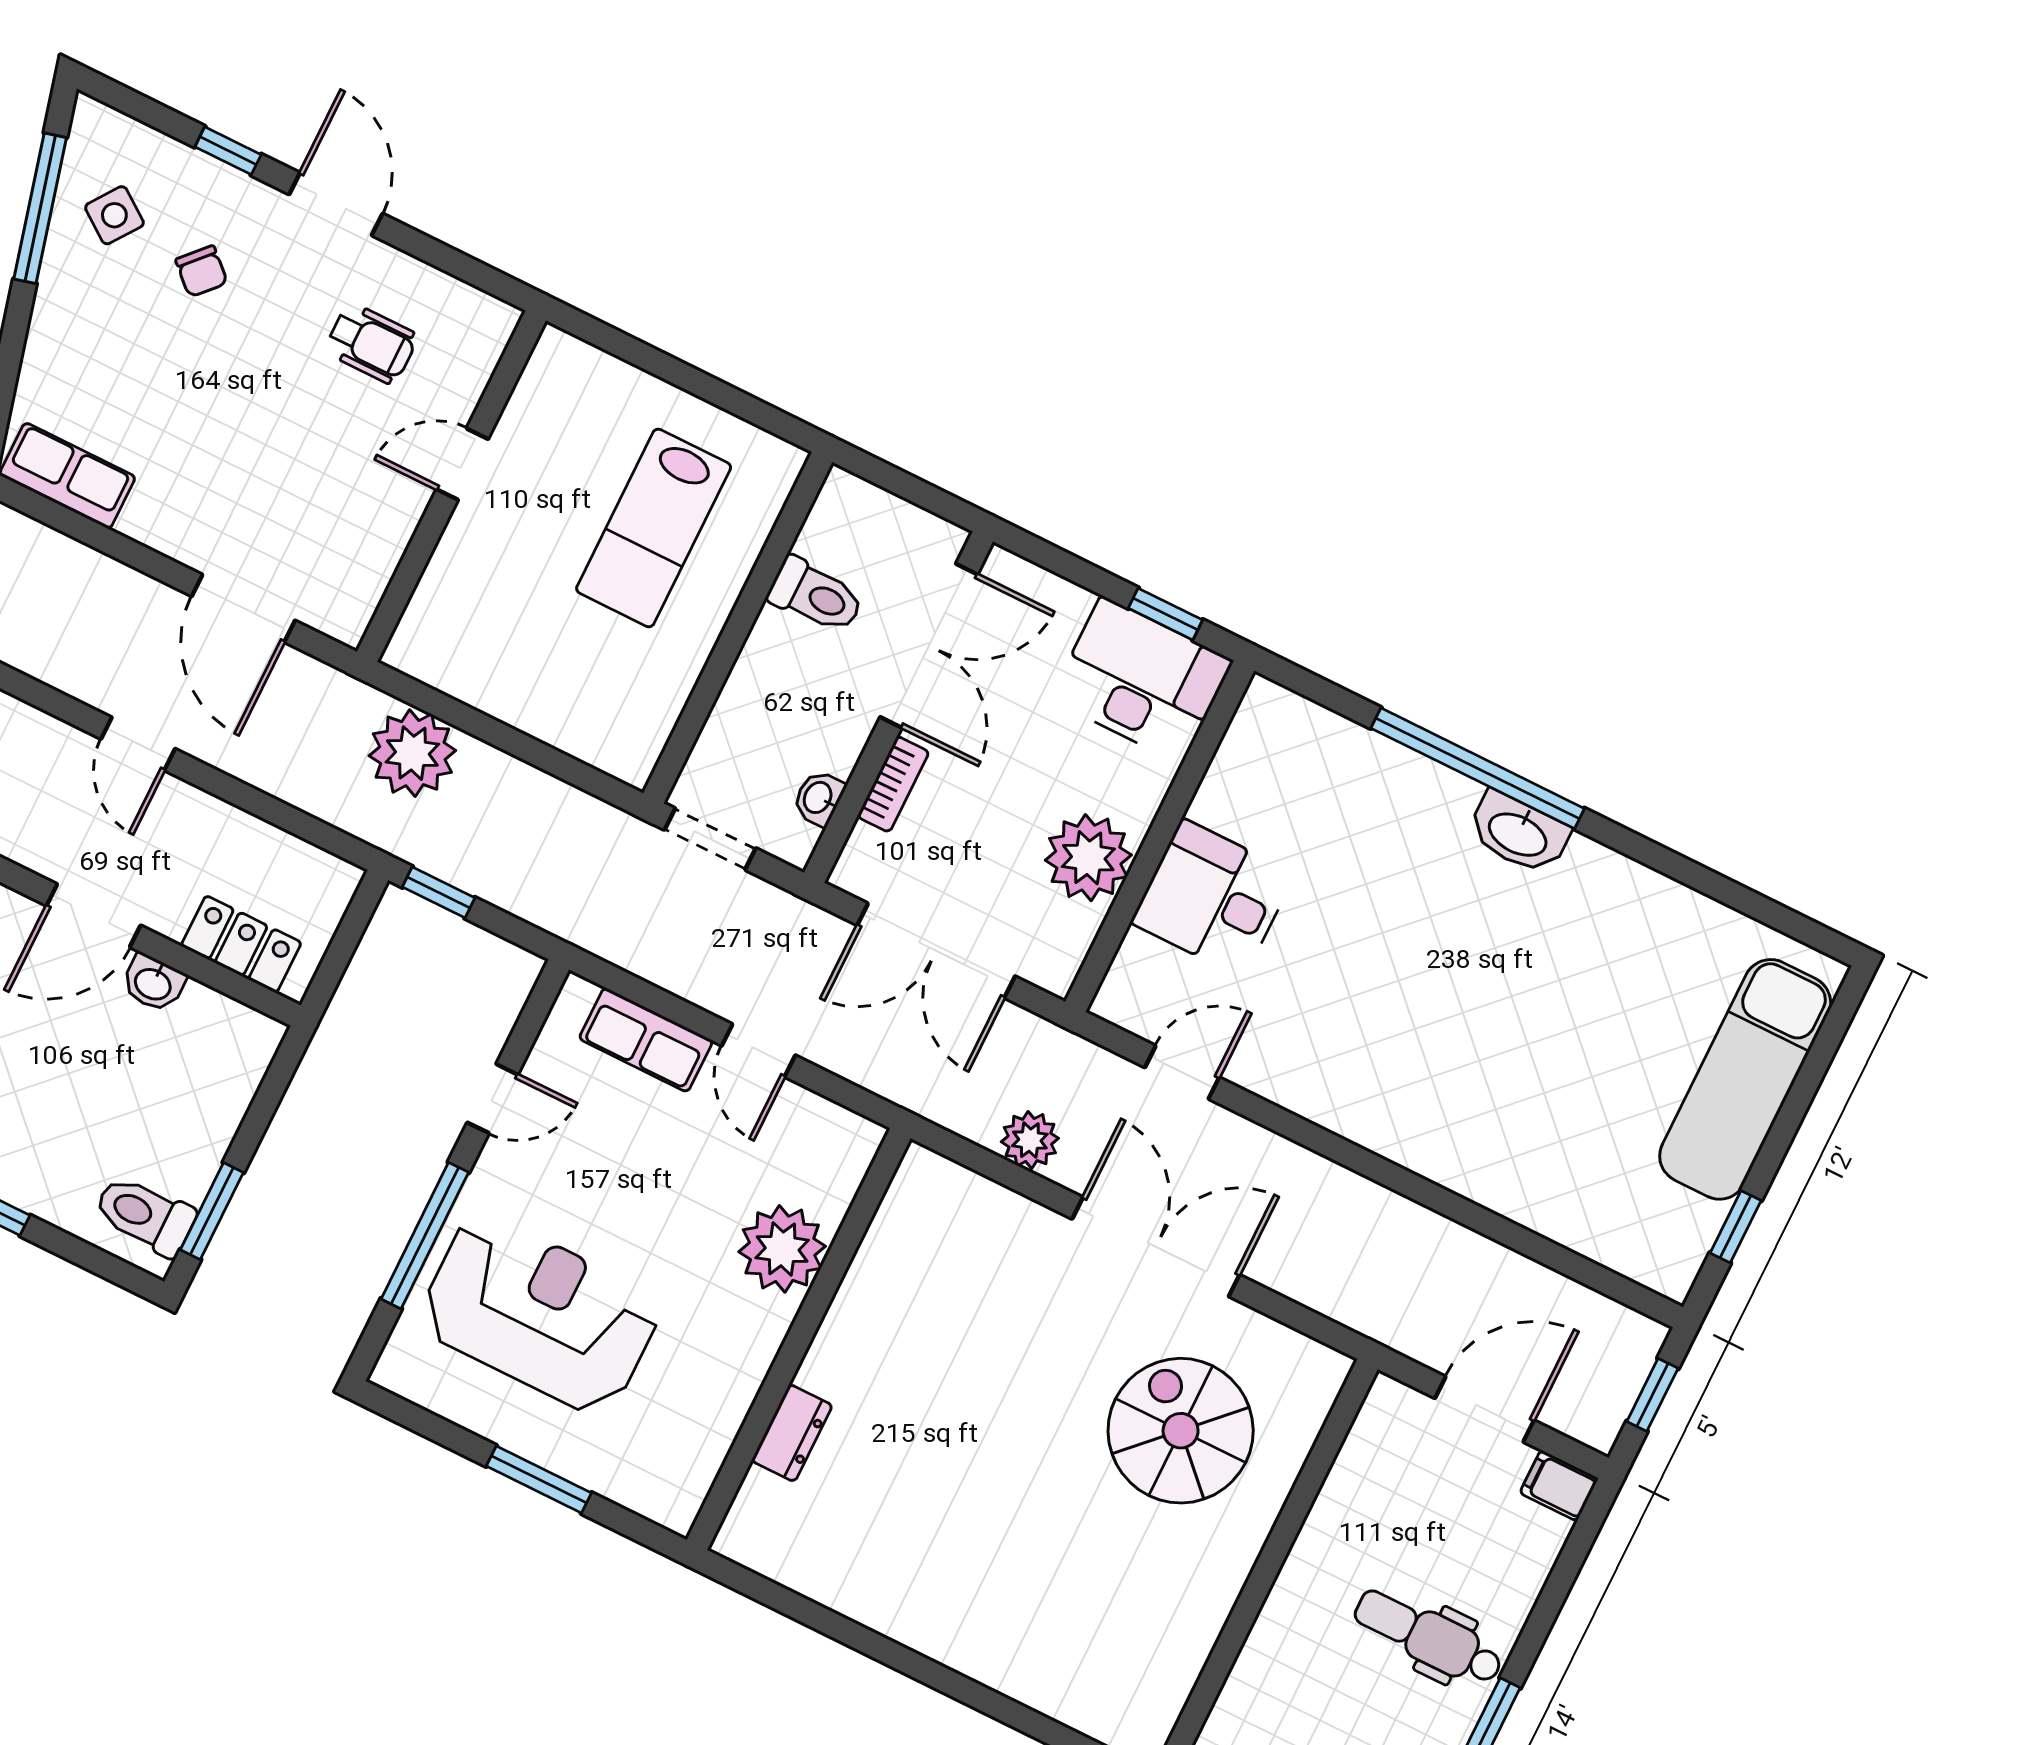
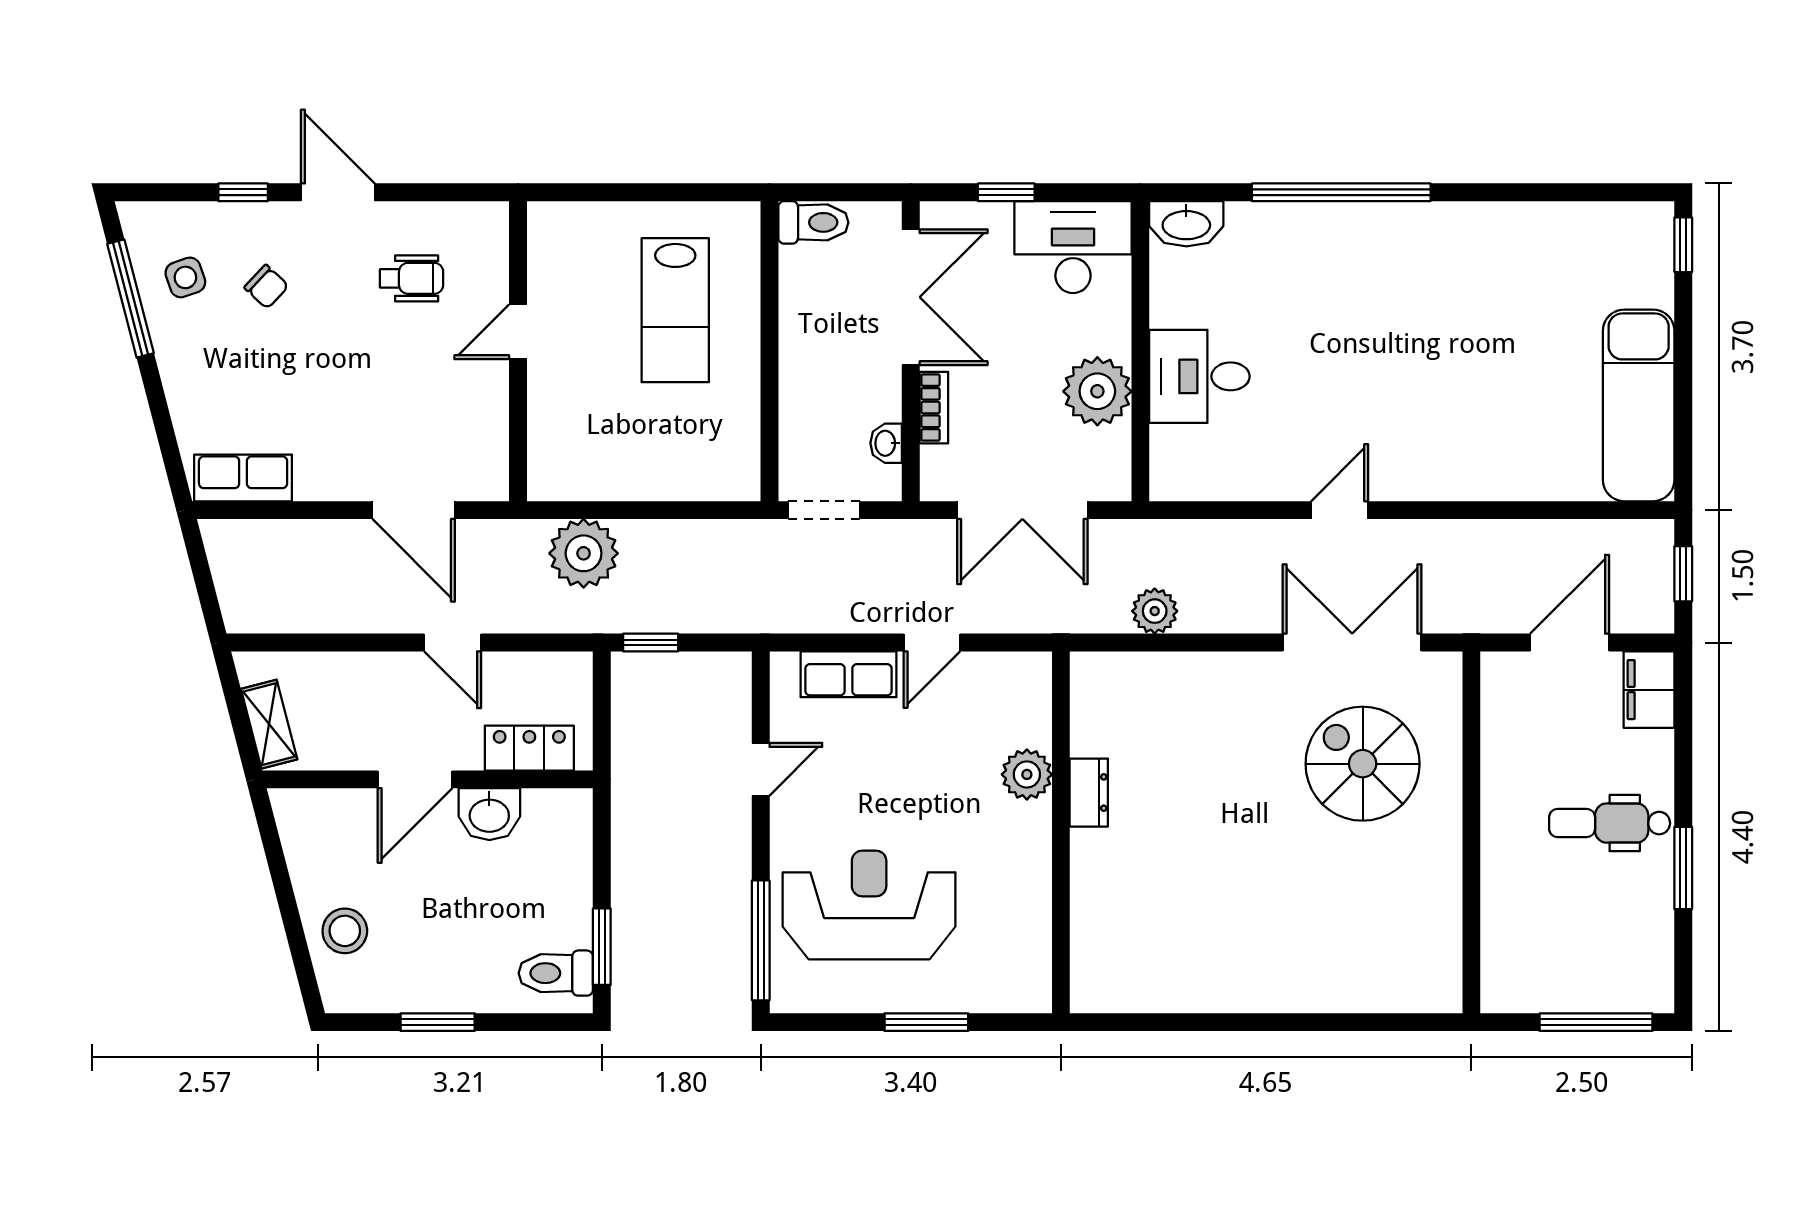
side table: (114, 215) -> (185, 277), turned 35
toilet: (816, 596) -> (813, 222), moved
window: (1166, 614) -> (1006, 192), moved
door: (138, 744) -> (453, 643), moved
washbasin: (1518, 833) -> (1186, 224), moved
washbasin: (153, 983) -> (489, 814), width x1.38, depth x1.45
door: (759, 1050) -> (932, 643), hinge flipped
door: (1182, 1072) -> (1340, 510), moved
exam couch: (1745, 1079) -> (1639, 405), moved
window: (1736, 1227) -> (1683, 245), moved
window: (425, 1236) -> (761, 940), moved
double door: (1156, 1247) -> (1352, 643), moved
plant: (782, 1249) -> (1027, 774), width x0.73, depth x0.73
dresser: (792, 1433) -> (1089, 793), moved
filing cabinet: (1559, 1486) -> (1649, 690), width x2.00

